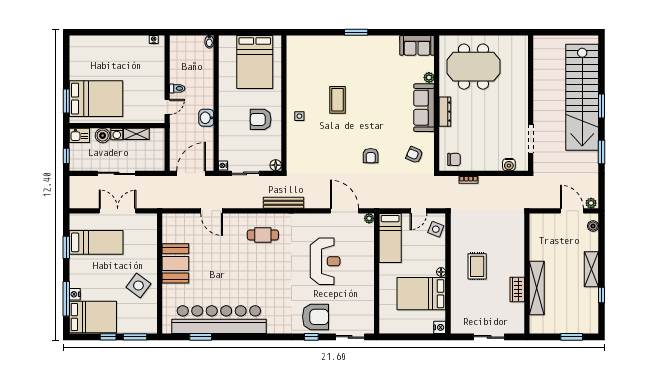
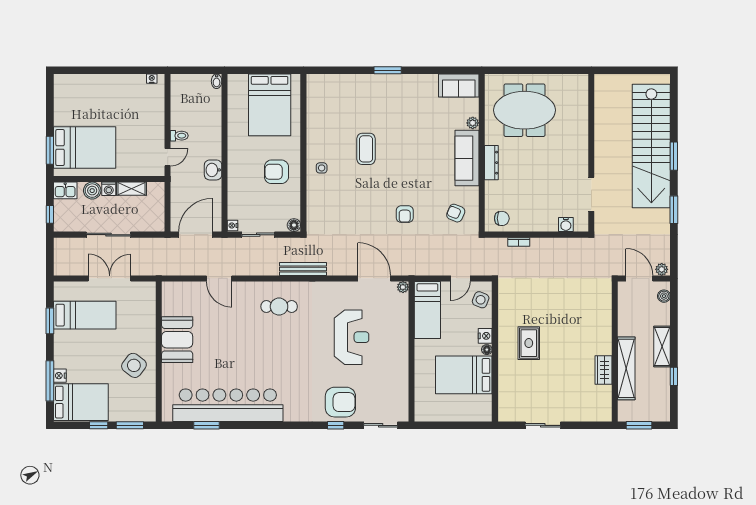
wall: (527, 274) -> (615, 352), moved
shelving: (537, 288) -> (626, 368), moved
wardrobe: (517, 289) -> (603, 370), moved
nightstand: (440, 327) -> (485, 336), moved

